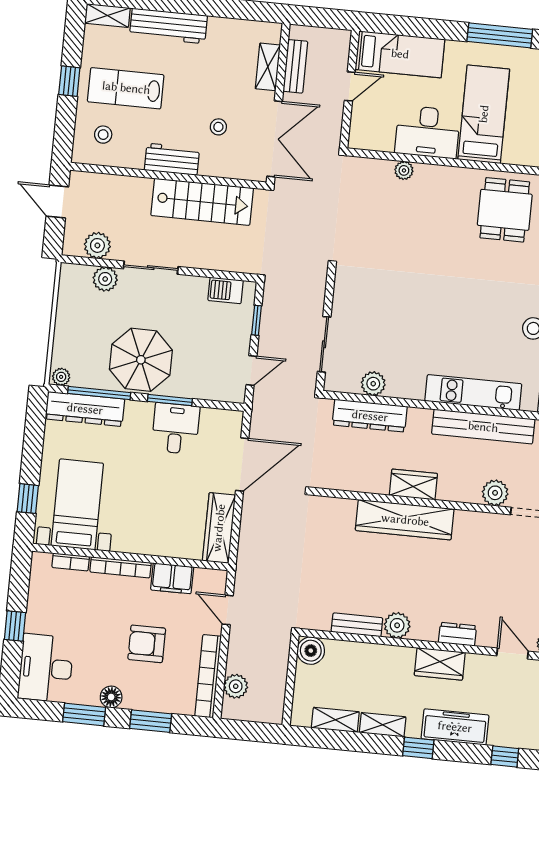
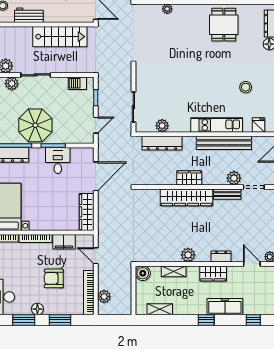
workbench: (172, 159) -> (29, 15), moved
bench: (357, 625) -> (227, 194), moved
shelving: (383, 725) -> (174, 271), moved

